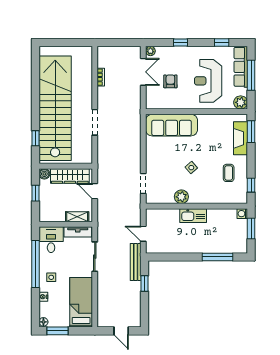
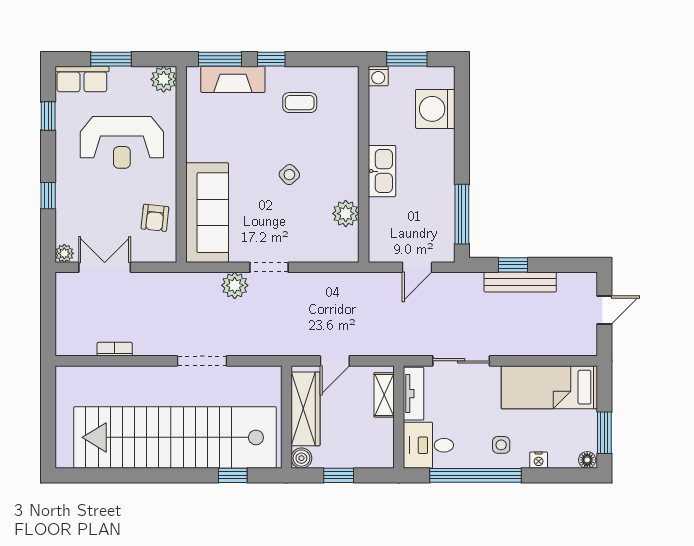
row of seats: (241, 67) -> (82, 79), width x0.68
window: (251, 75) -> (111, 59), width x0.69
armchair: (170, 81) -> (155, 218), moved, turned -84
plant: (134, 139) -> (235, 285), added
doorway: (143, 183) -> (269, 267), moved
window: (251, 185) -> (271, 59), moved
plant: (181, 197) -> (346, 214), moved
washing machine: (225, 243) -> (435, 109), added
window: (217, 257) -> (462, 214), moved
bench: (136, 262) -> (520, 282), moved

